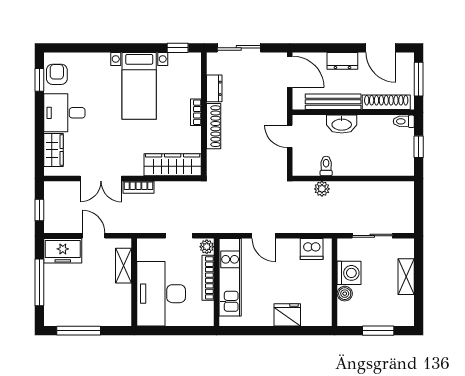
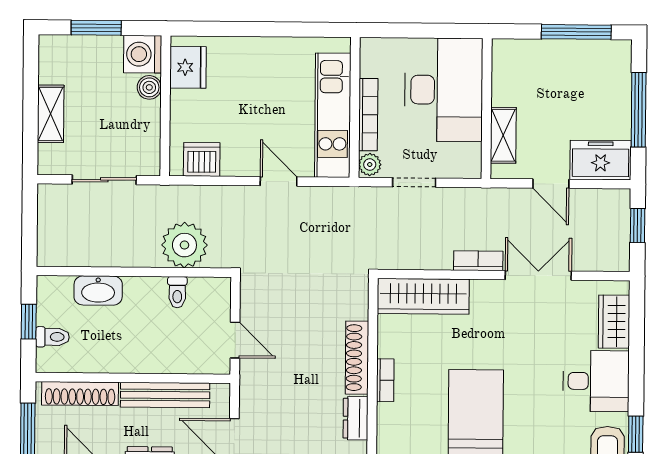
toilet: (404, 121) -> (52, 337), moved
washbasin: (342, 124) -> (98, 291), moved, turned 180
plant: (322, 189) -> (184, 245), width x1.88, depth x1.88
washing machine: (349, 273) -> (143, 54), moved
fridge: (287, 315) -> (188, 67), moved, turned -90

